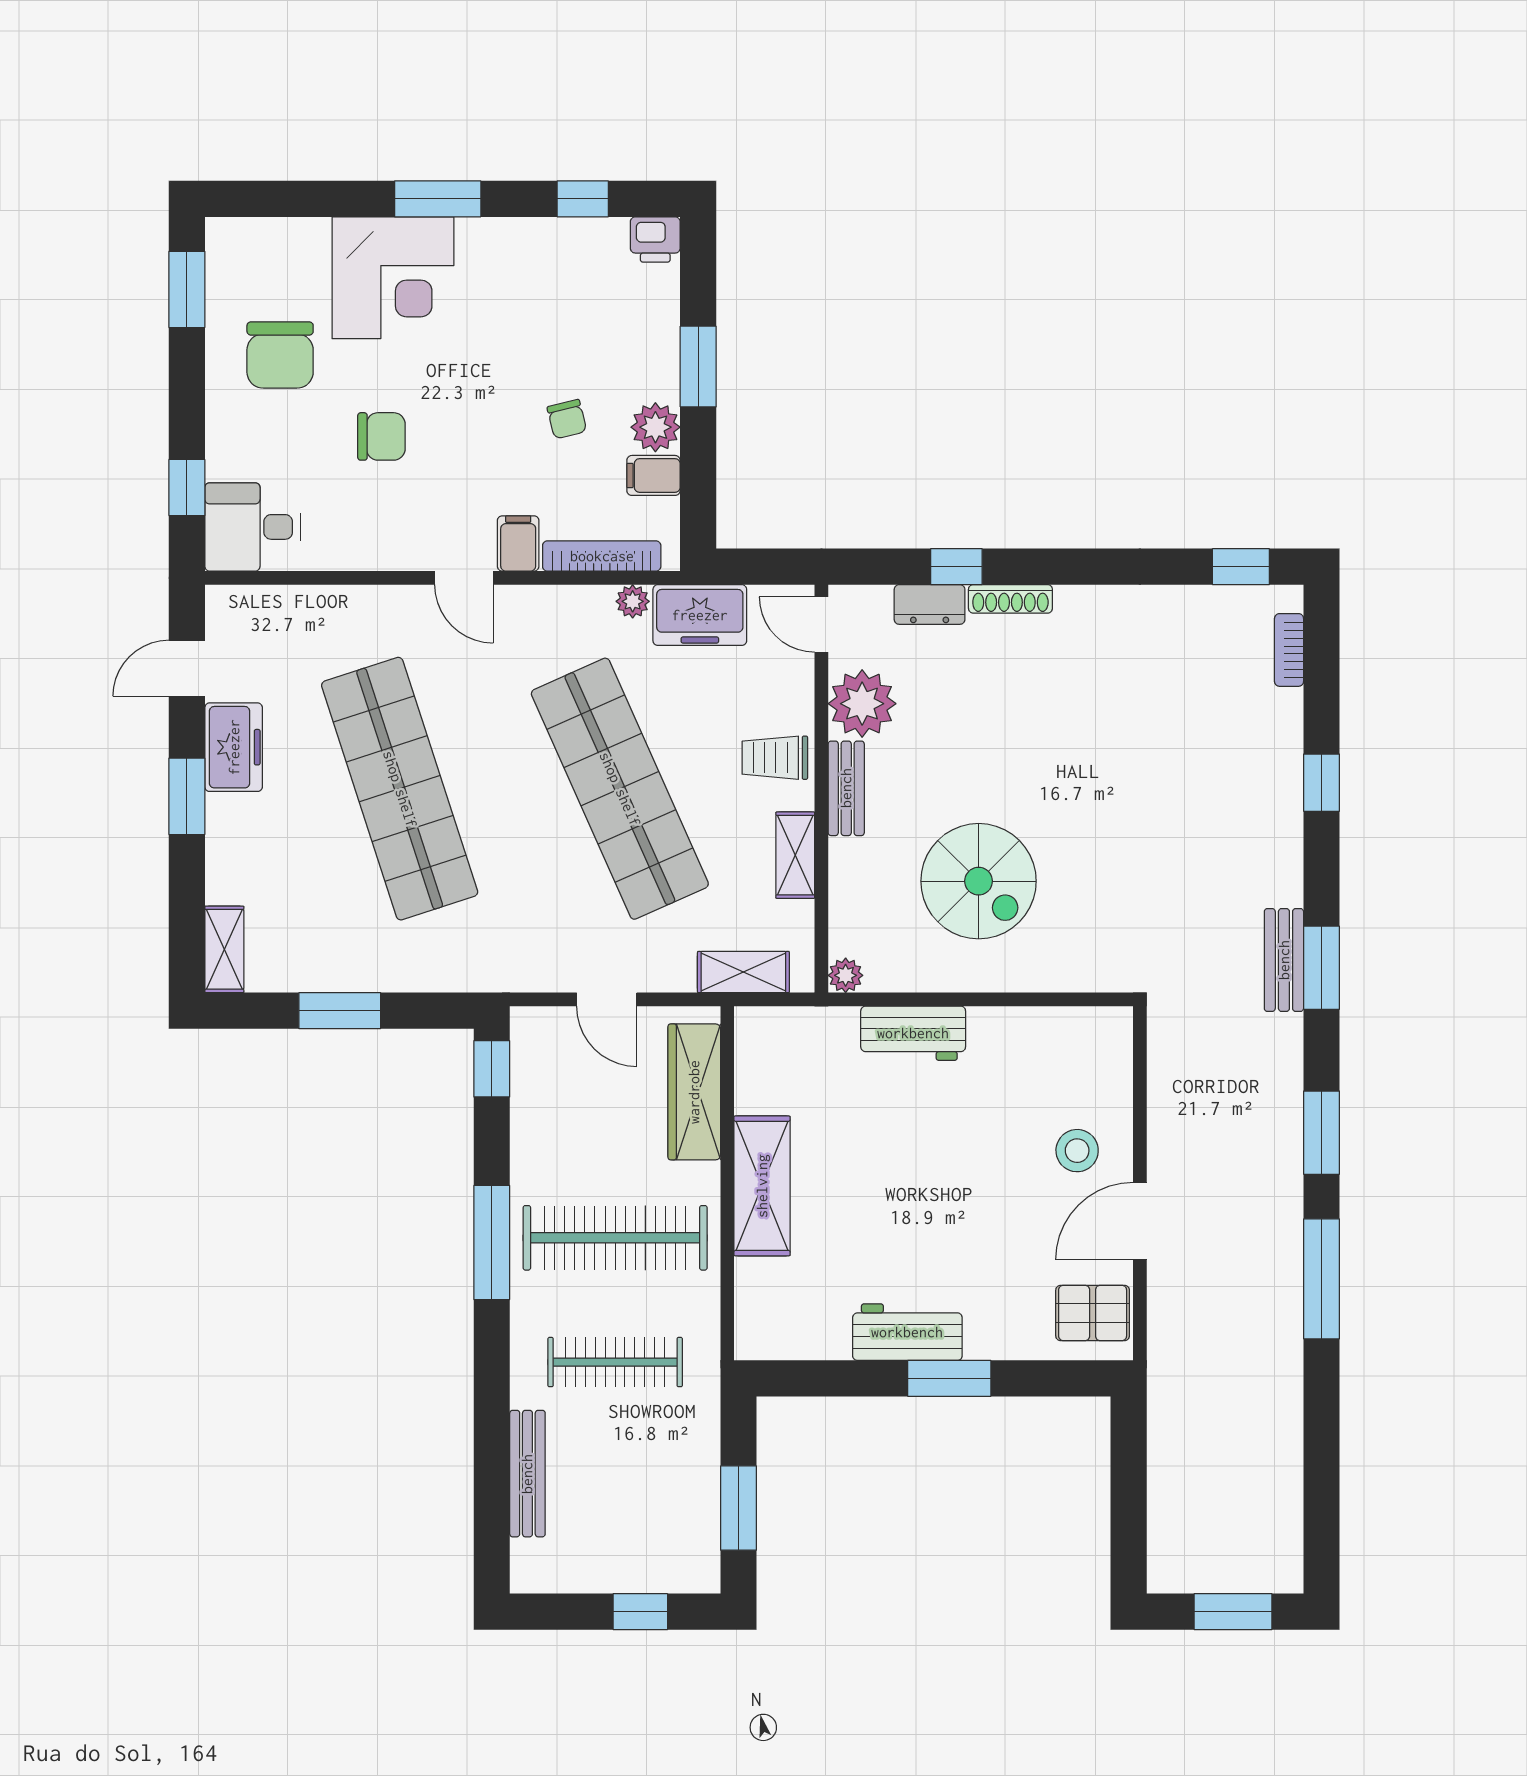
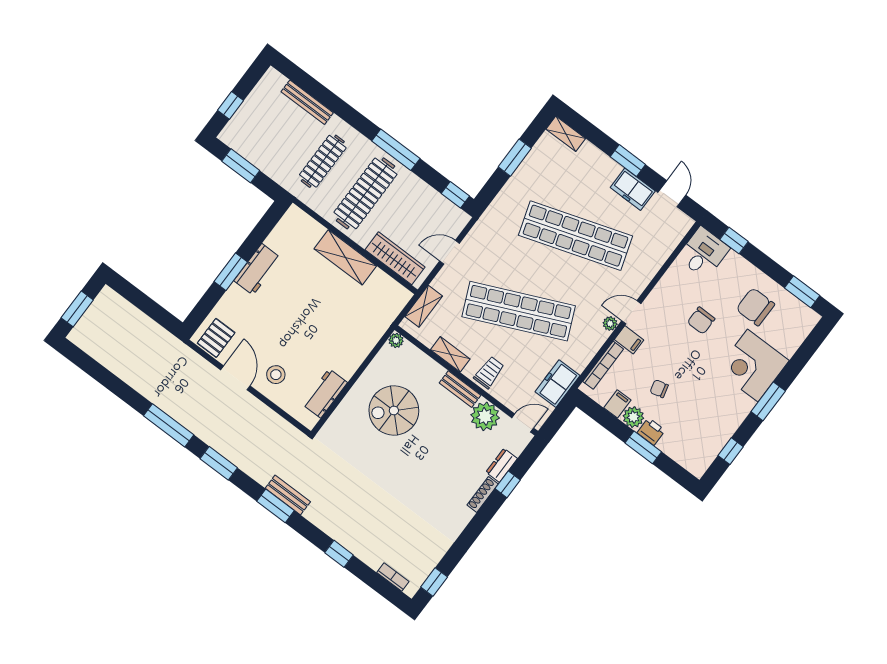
printer: (655, 239) -> (651, 431), moved, turned 90
plant: (633, 601) -> (610, 324), moved
workbench: (913, 1033) -> (325, 393), moved

